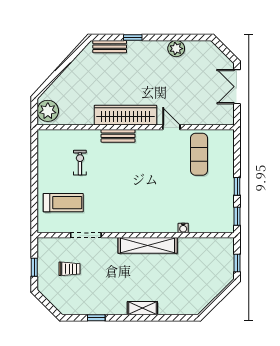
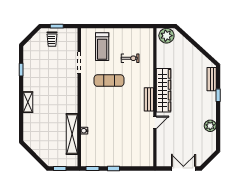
bench: (118, 136) -> (149, 99), moved
exercise mat: (199, 154) -> (109, 81), moved
shelving: (148, 245) -> (72, 134), moved
trolley: (69, 269) -> (52, 39), moved

